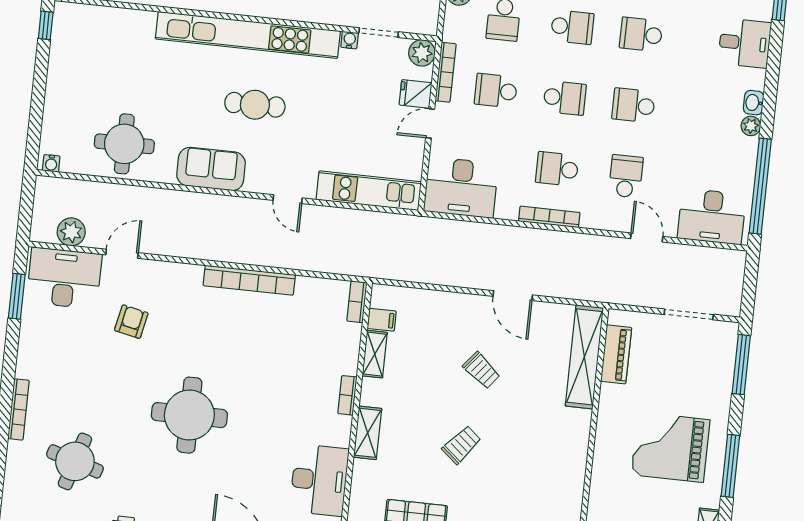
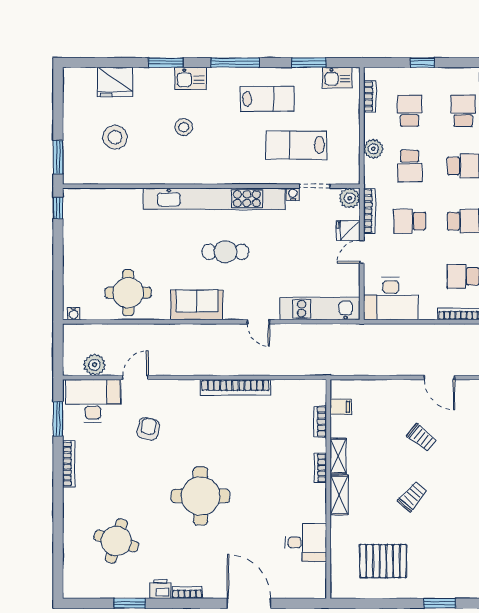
bookcase: (357, 302) -> (320, 422), moved
shelving: (375, 354) -> (338, 456), moved
bookcase: (18, 409) -> (69, 464), moved
desk: (319, 480) -> (306, 542), width x0.73

